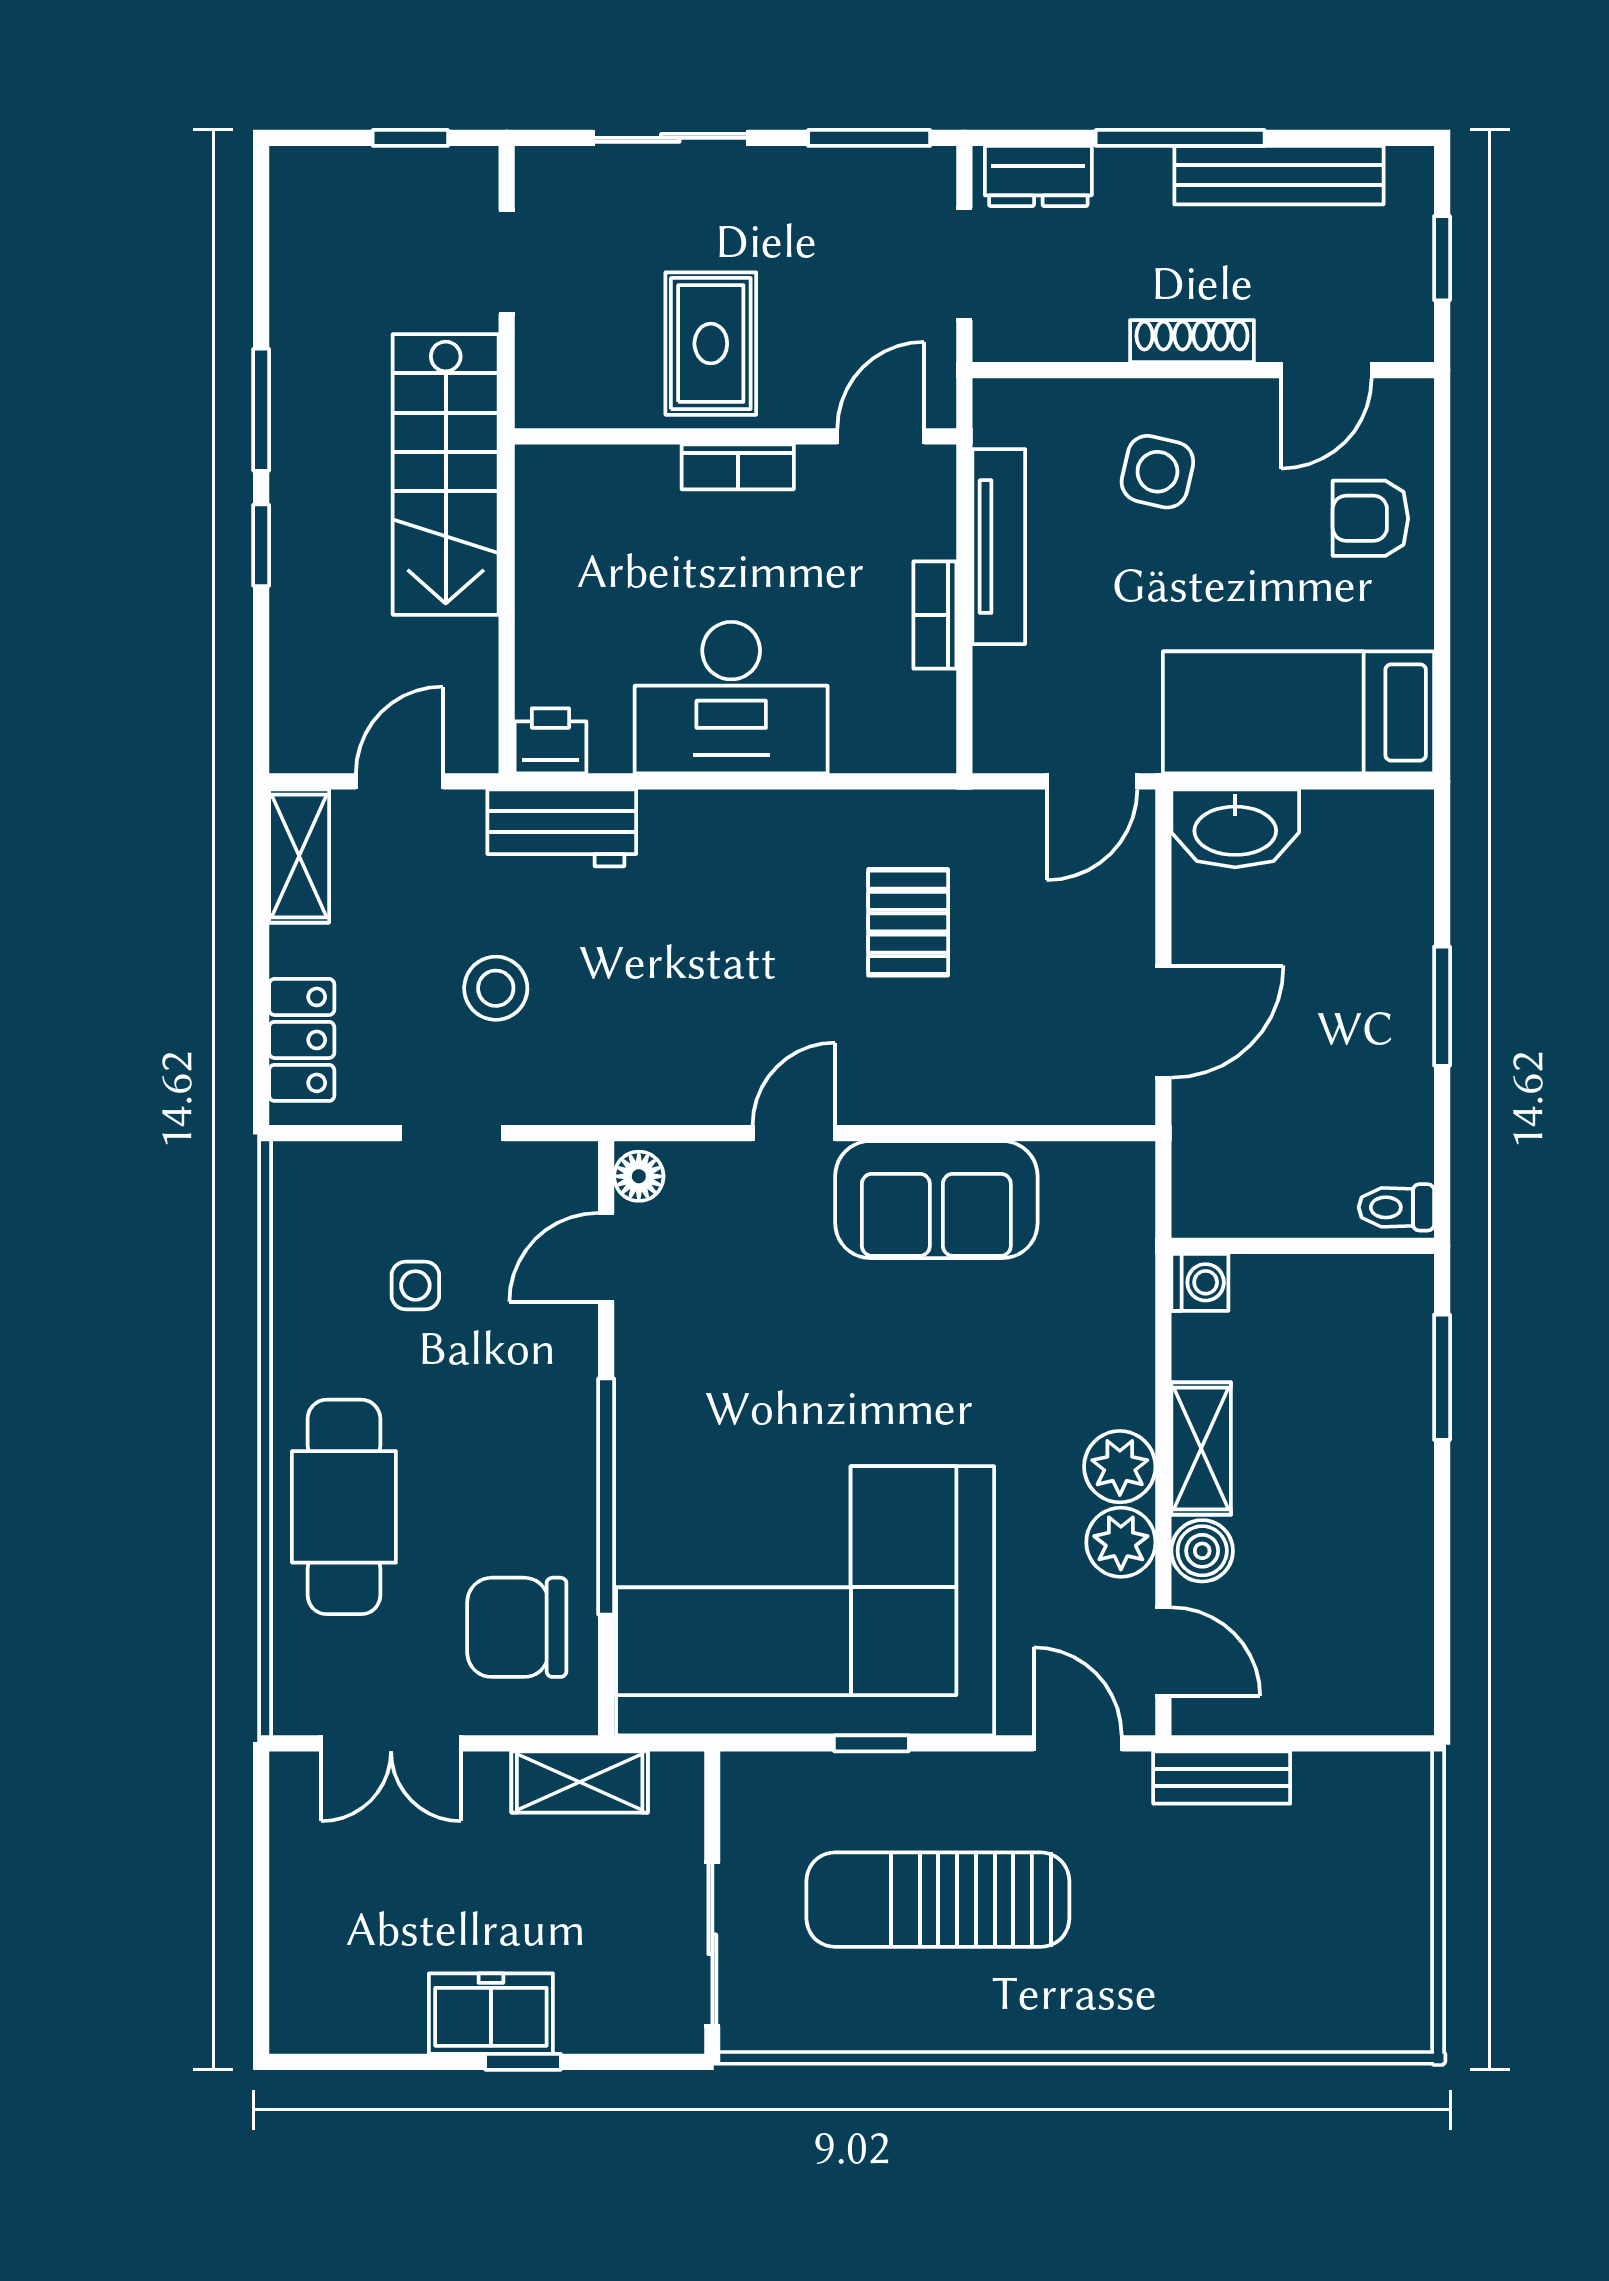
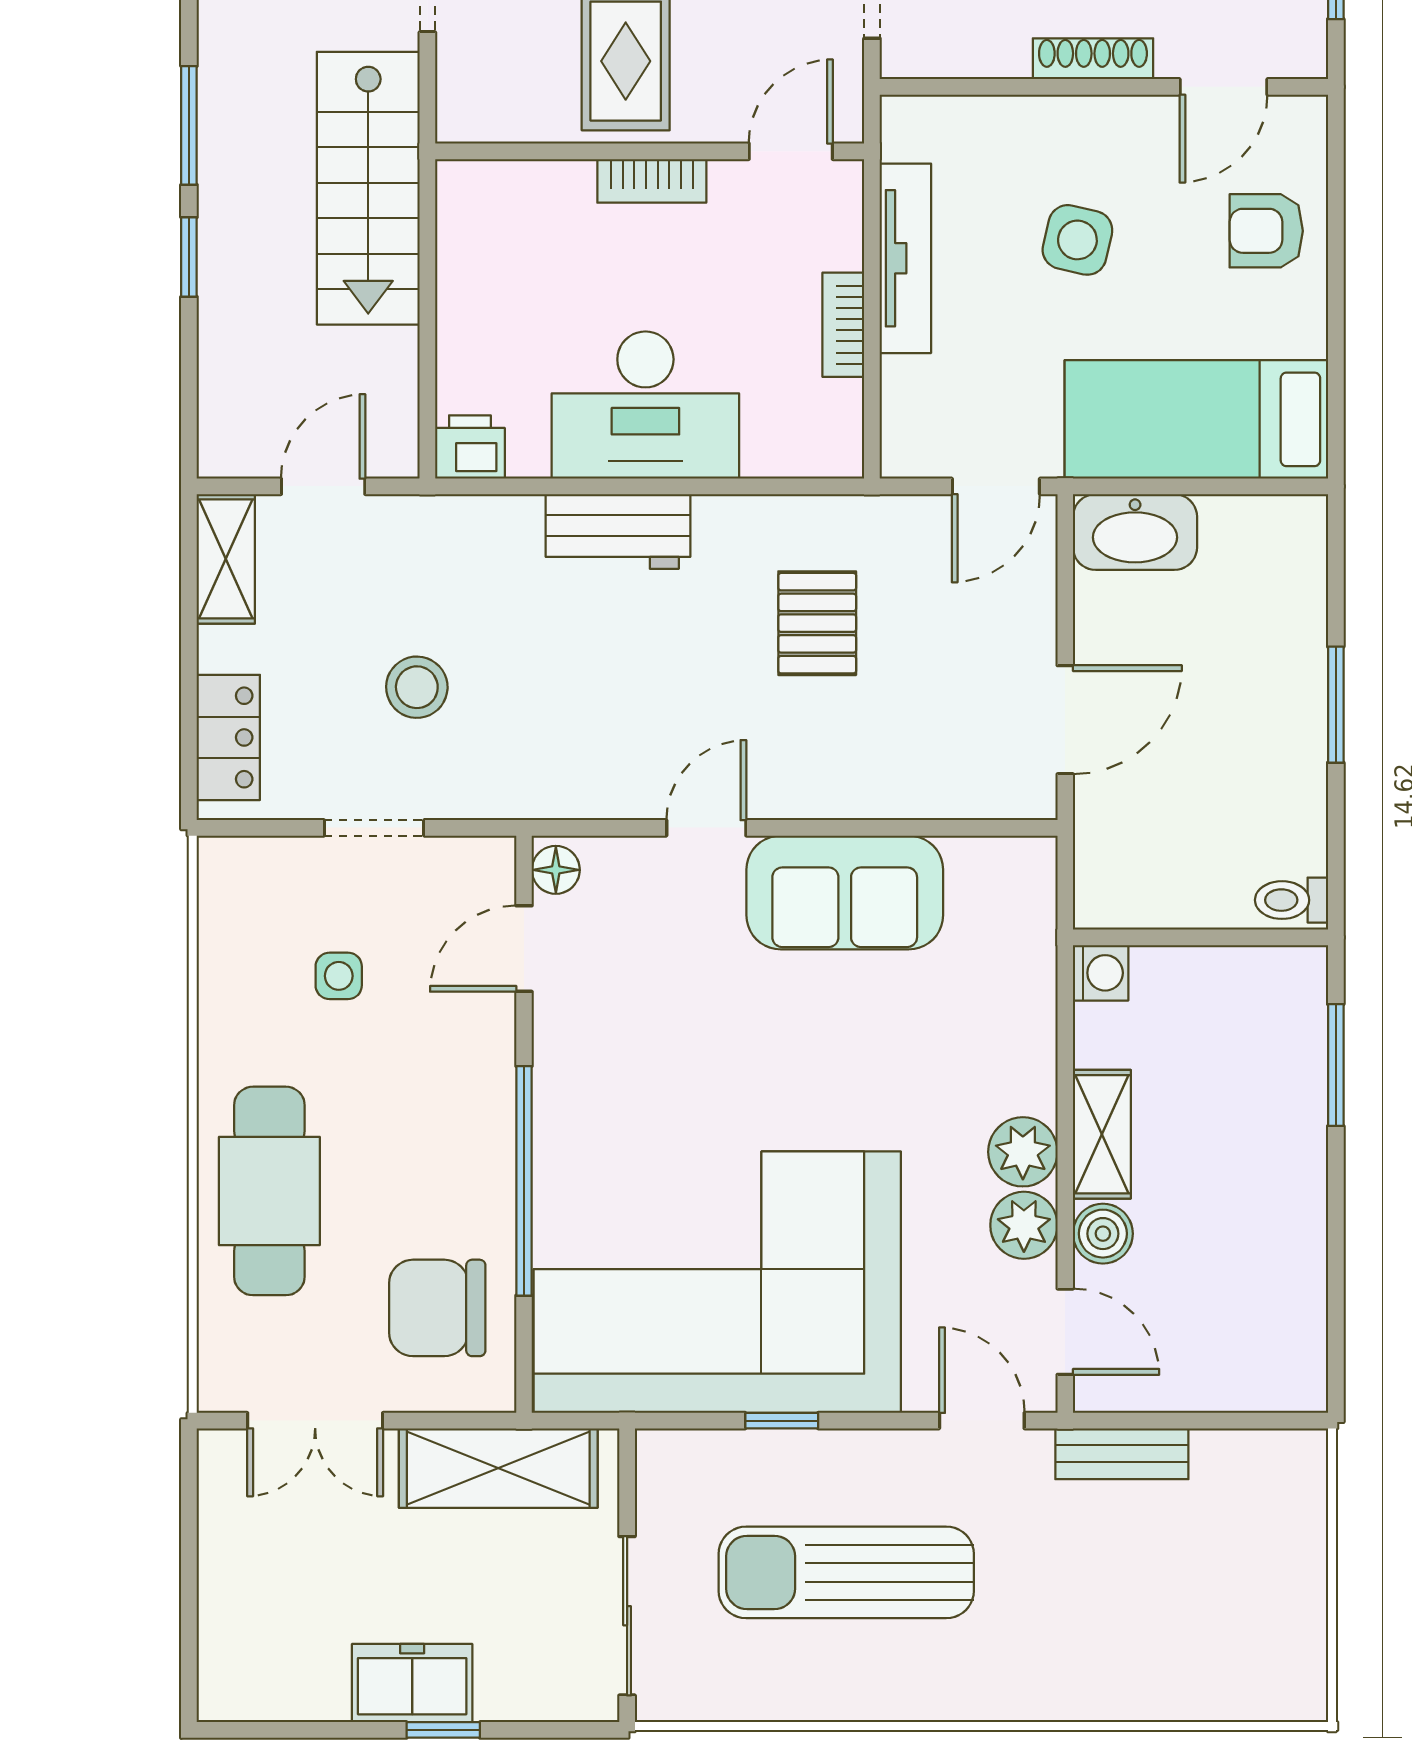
side table: (1157, 472) -> (1077, 240), moved
workbench: (562, 828) -> (618, 531), moved
shelving: (580, 1782) -> (498, 1468), width x1.50, depth x1.33

